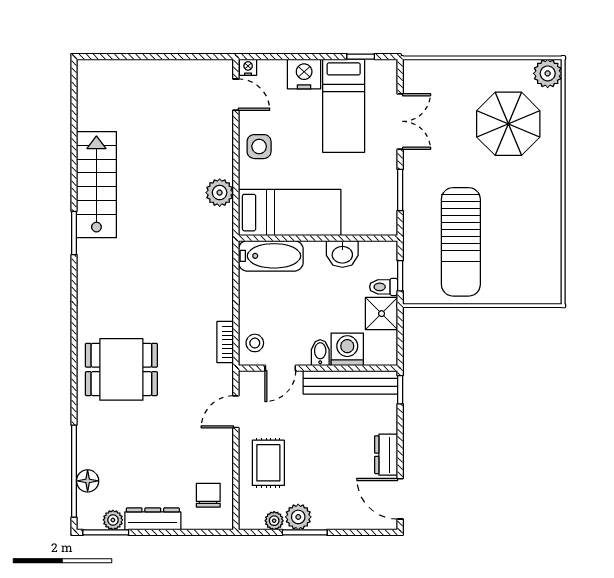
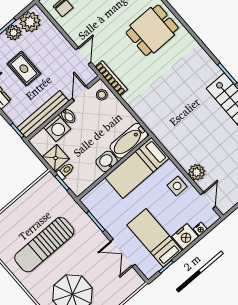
nightstand: (248, 67) -> (200, 229), moved
door: (236, 95) -> (208, 200), swing flipped
plant: (220, 193) -> (197, 172), moved
sun lounger: (461, 242) -> (44, 245), moved, turned -90
washbasin: (342, 254) -> (107, 161), moved
bookcase: (225, 342) -> (111, 78), width x1.56
rug: (268, 463) -> (24, 69), moved
plant: (274, 521) -> (30, 22), width x1.88, depth x1.88

